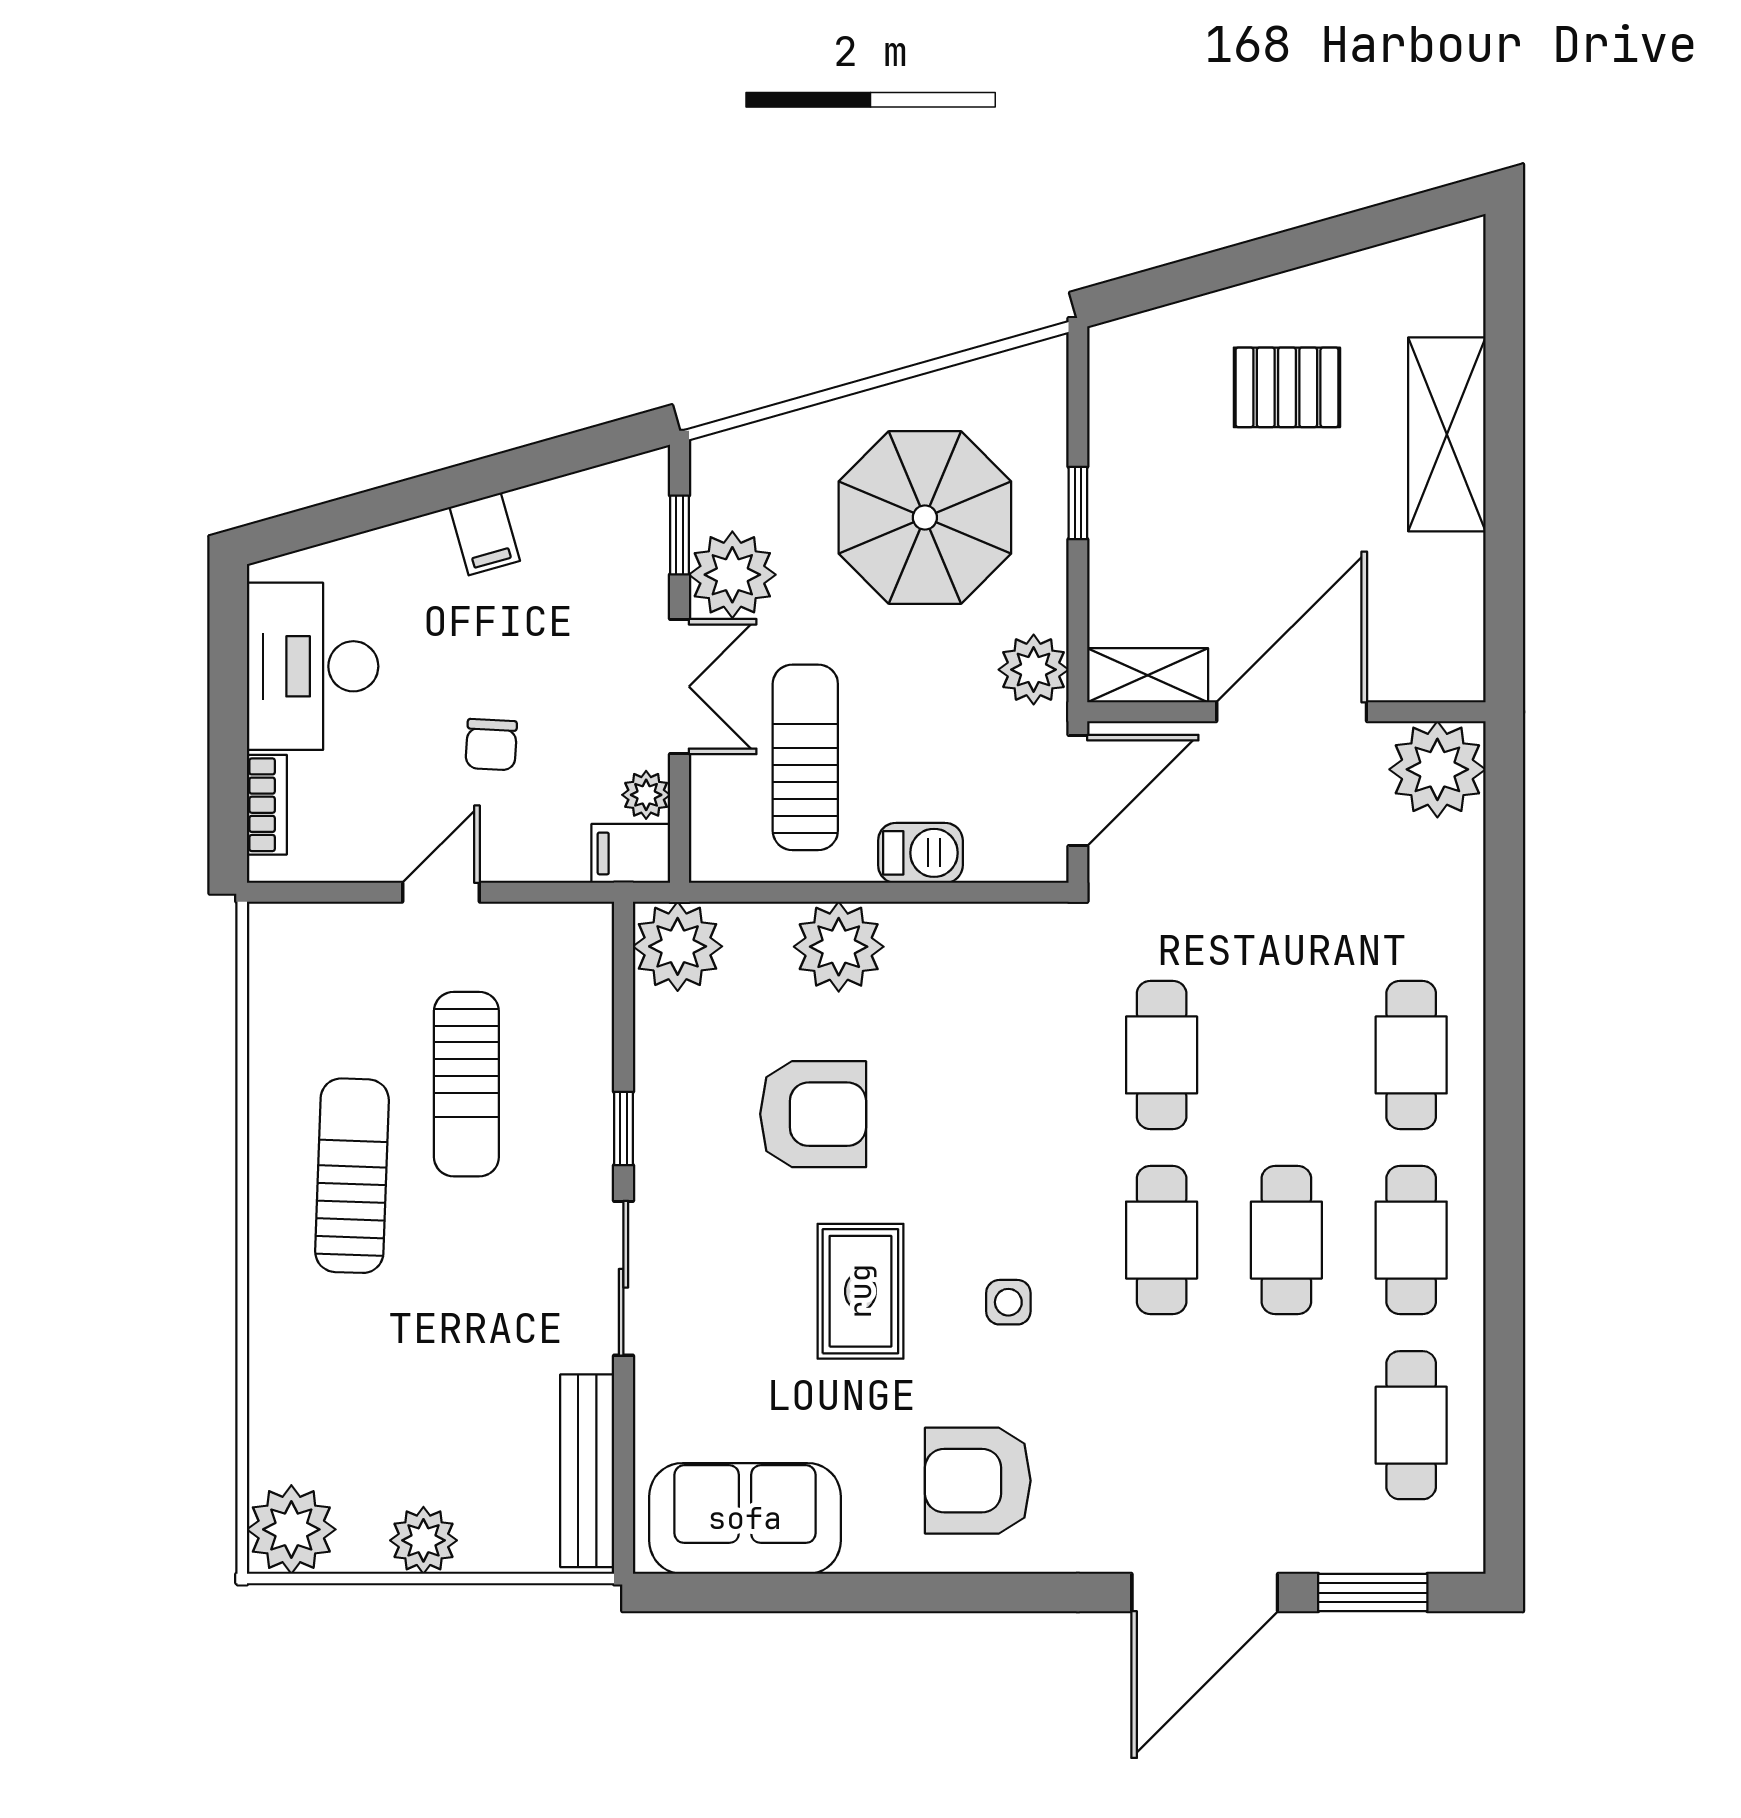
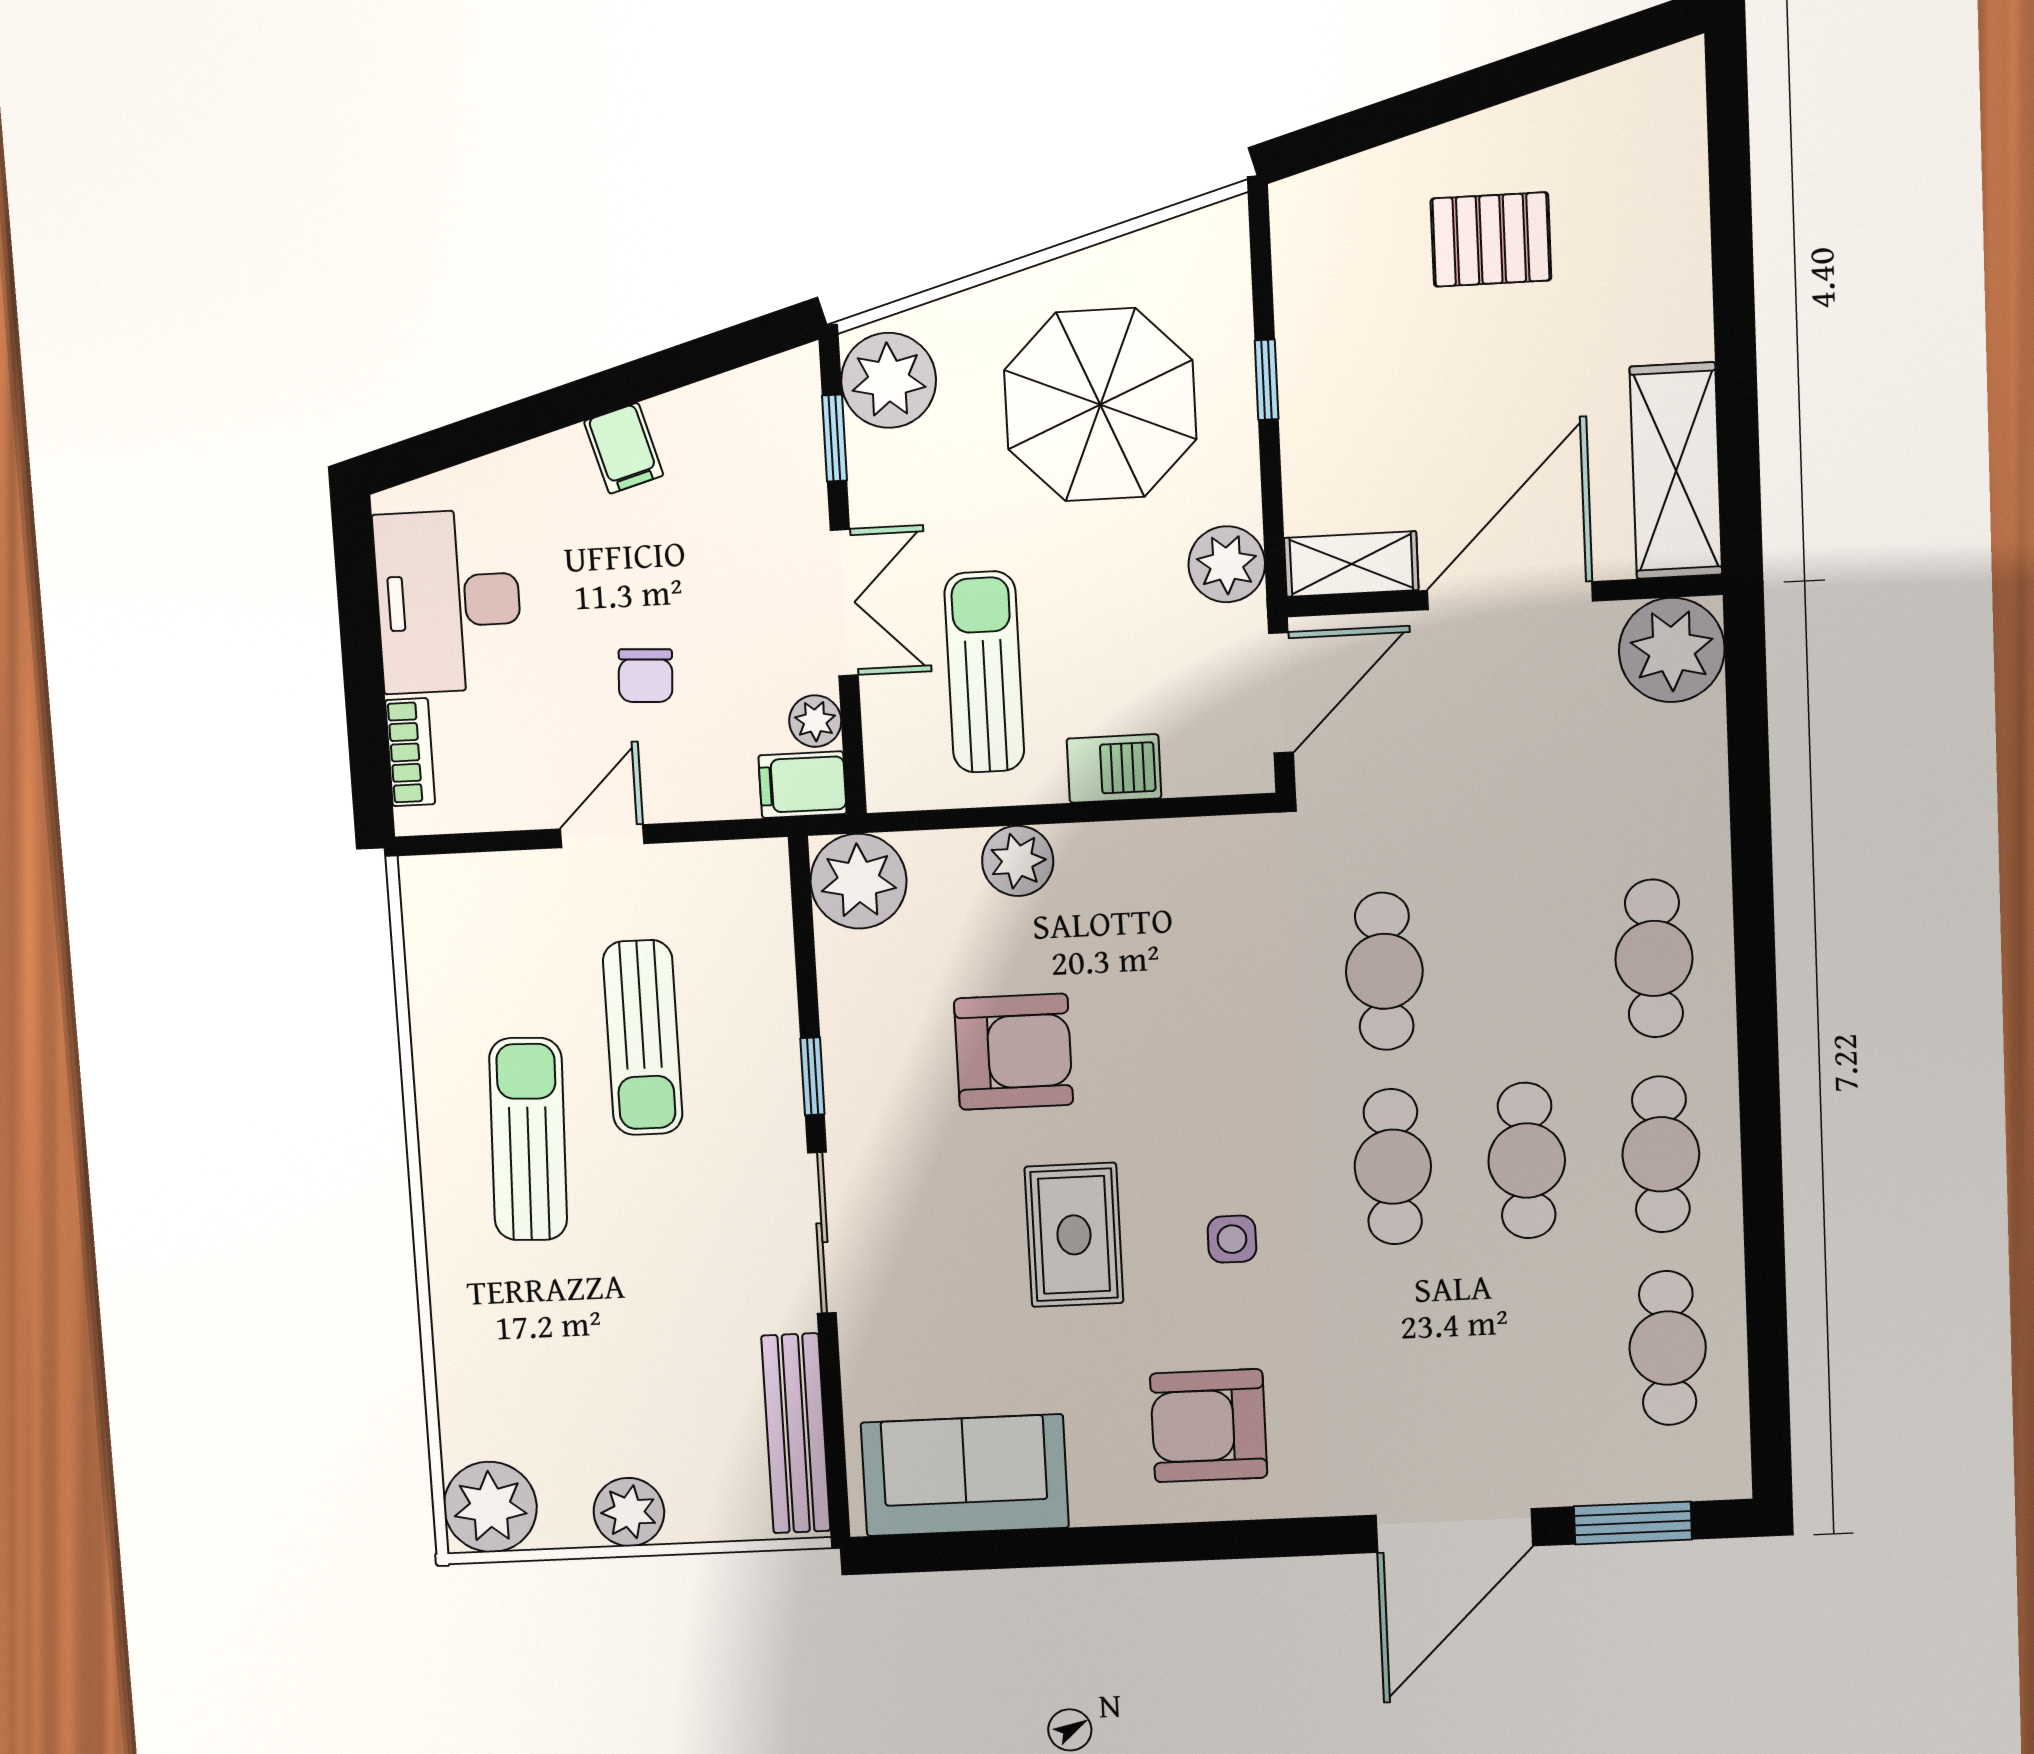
shelving: (1447, 434) -> (1676, 471), moved
plant: (732, 575) -> (889, 380), moved
plant: (839, 947) -> (1018, 861), width x0.73, depth x0.73

